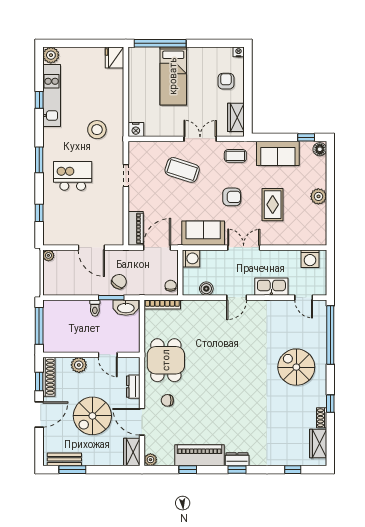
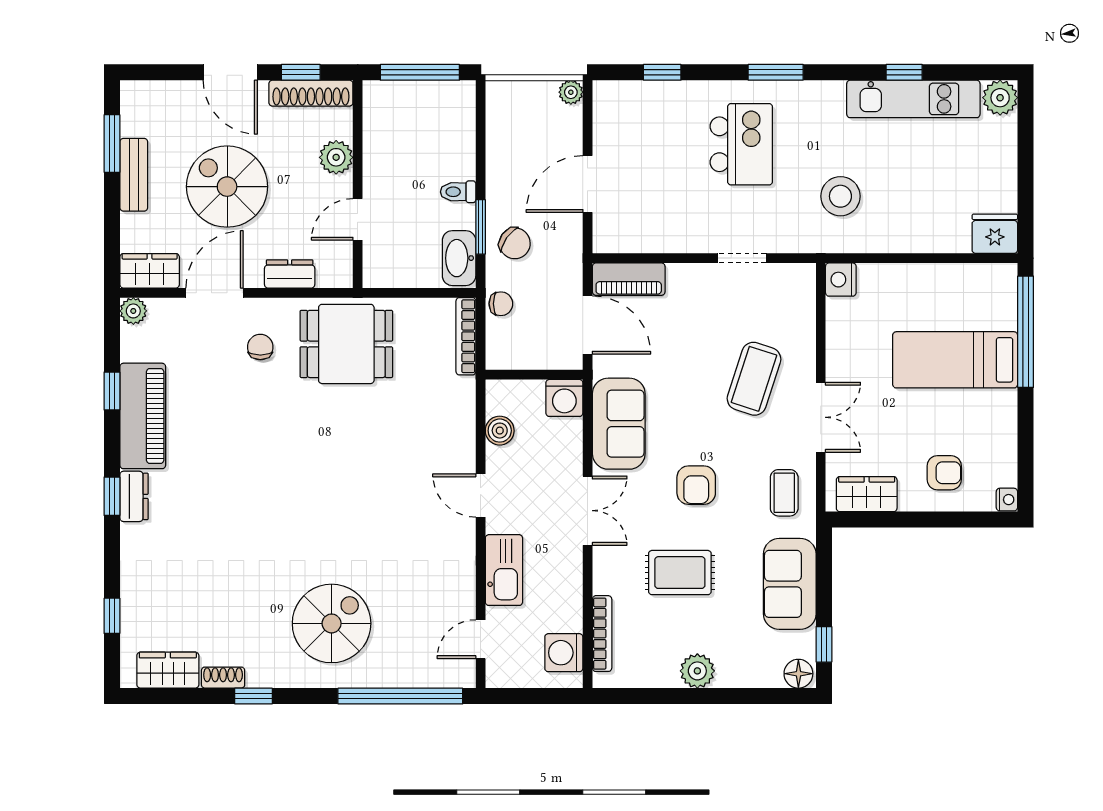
bookcase: (301, 241) -> (602, 634), added
chair: (171, 286) -> (501, 304), moved
bench: (64, 459) -> (134, 175), moved

